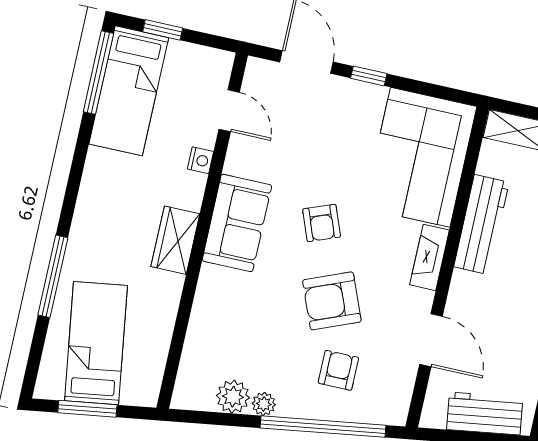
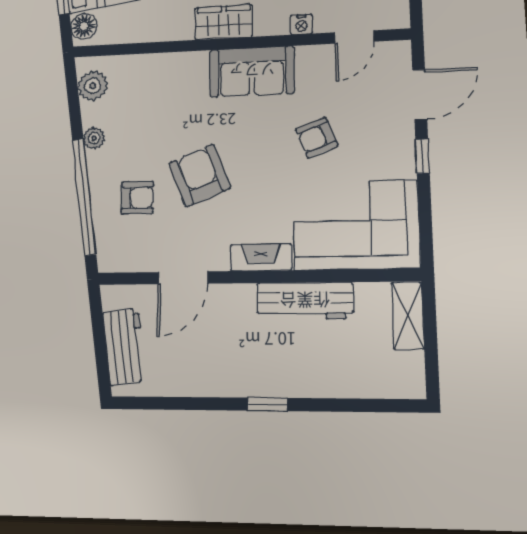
armchair: (322, 223) -> (317, 138), moved
floor lamp: (137, 391) -> (84, 26), added
plant: (233, 397) -> (93, 86), moved

